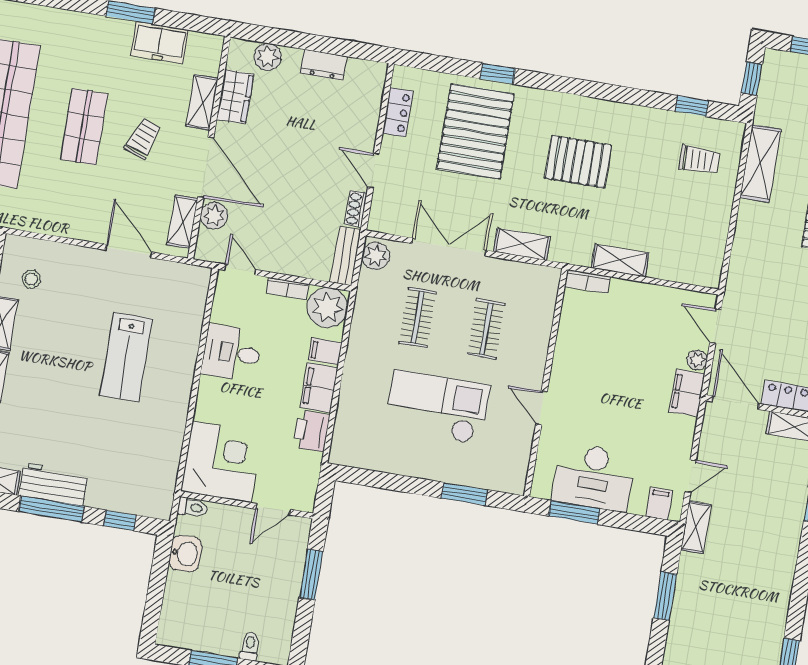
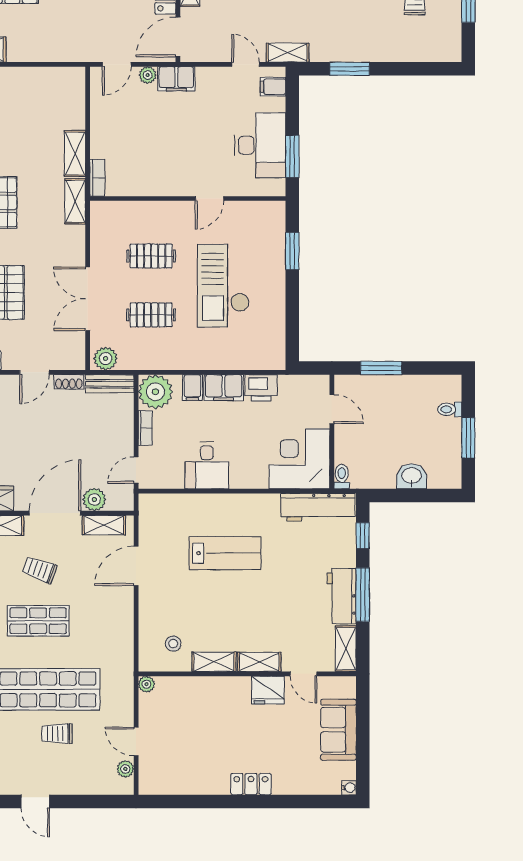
shelving: (522, 244) -> (75, 201), moved
workbench: (162, 474) -> (318, 507), added
washbasin: (185, 554) -> (412, 476), moved

